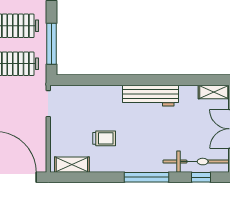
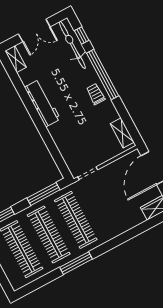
trolley: (104, 138) -> (96, 94), moved
window: (146, 177) -> (103, 75), width x1.46

